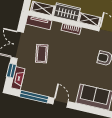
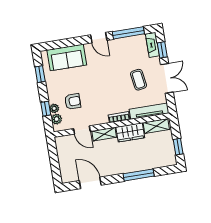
tv unit: (39, 22) -> (149, 111), width x1.41

